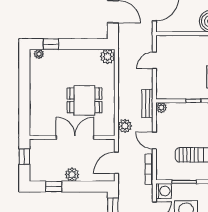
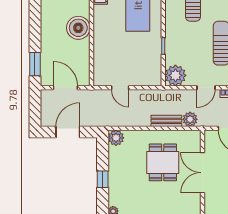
window: (51, 44) -> (103, 179), moved
bench: (147, 104) -> (166, 121), moved
plant: (161, 108) -> (175, 75), width x1.87, depth x1.87

